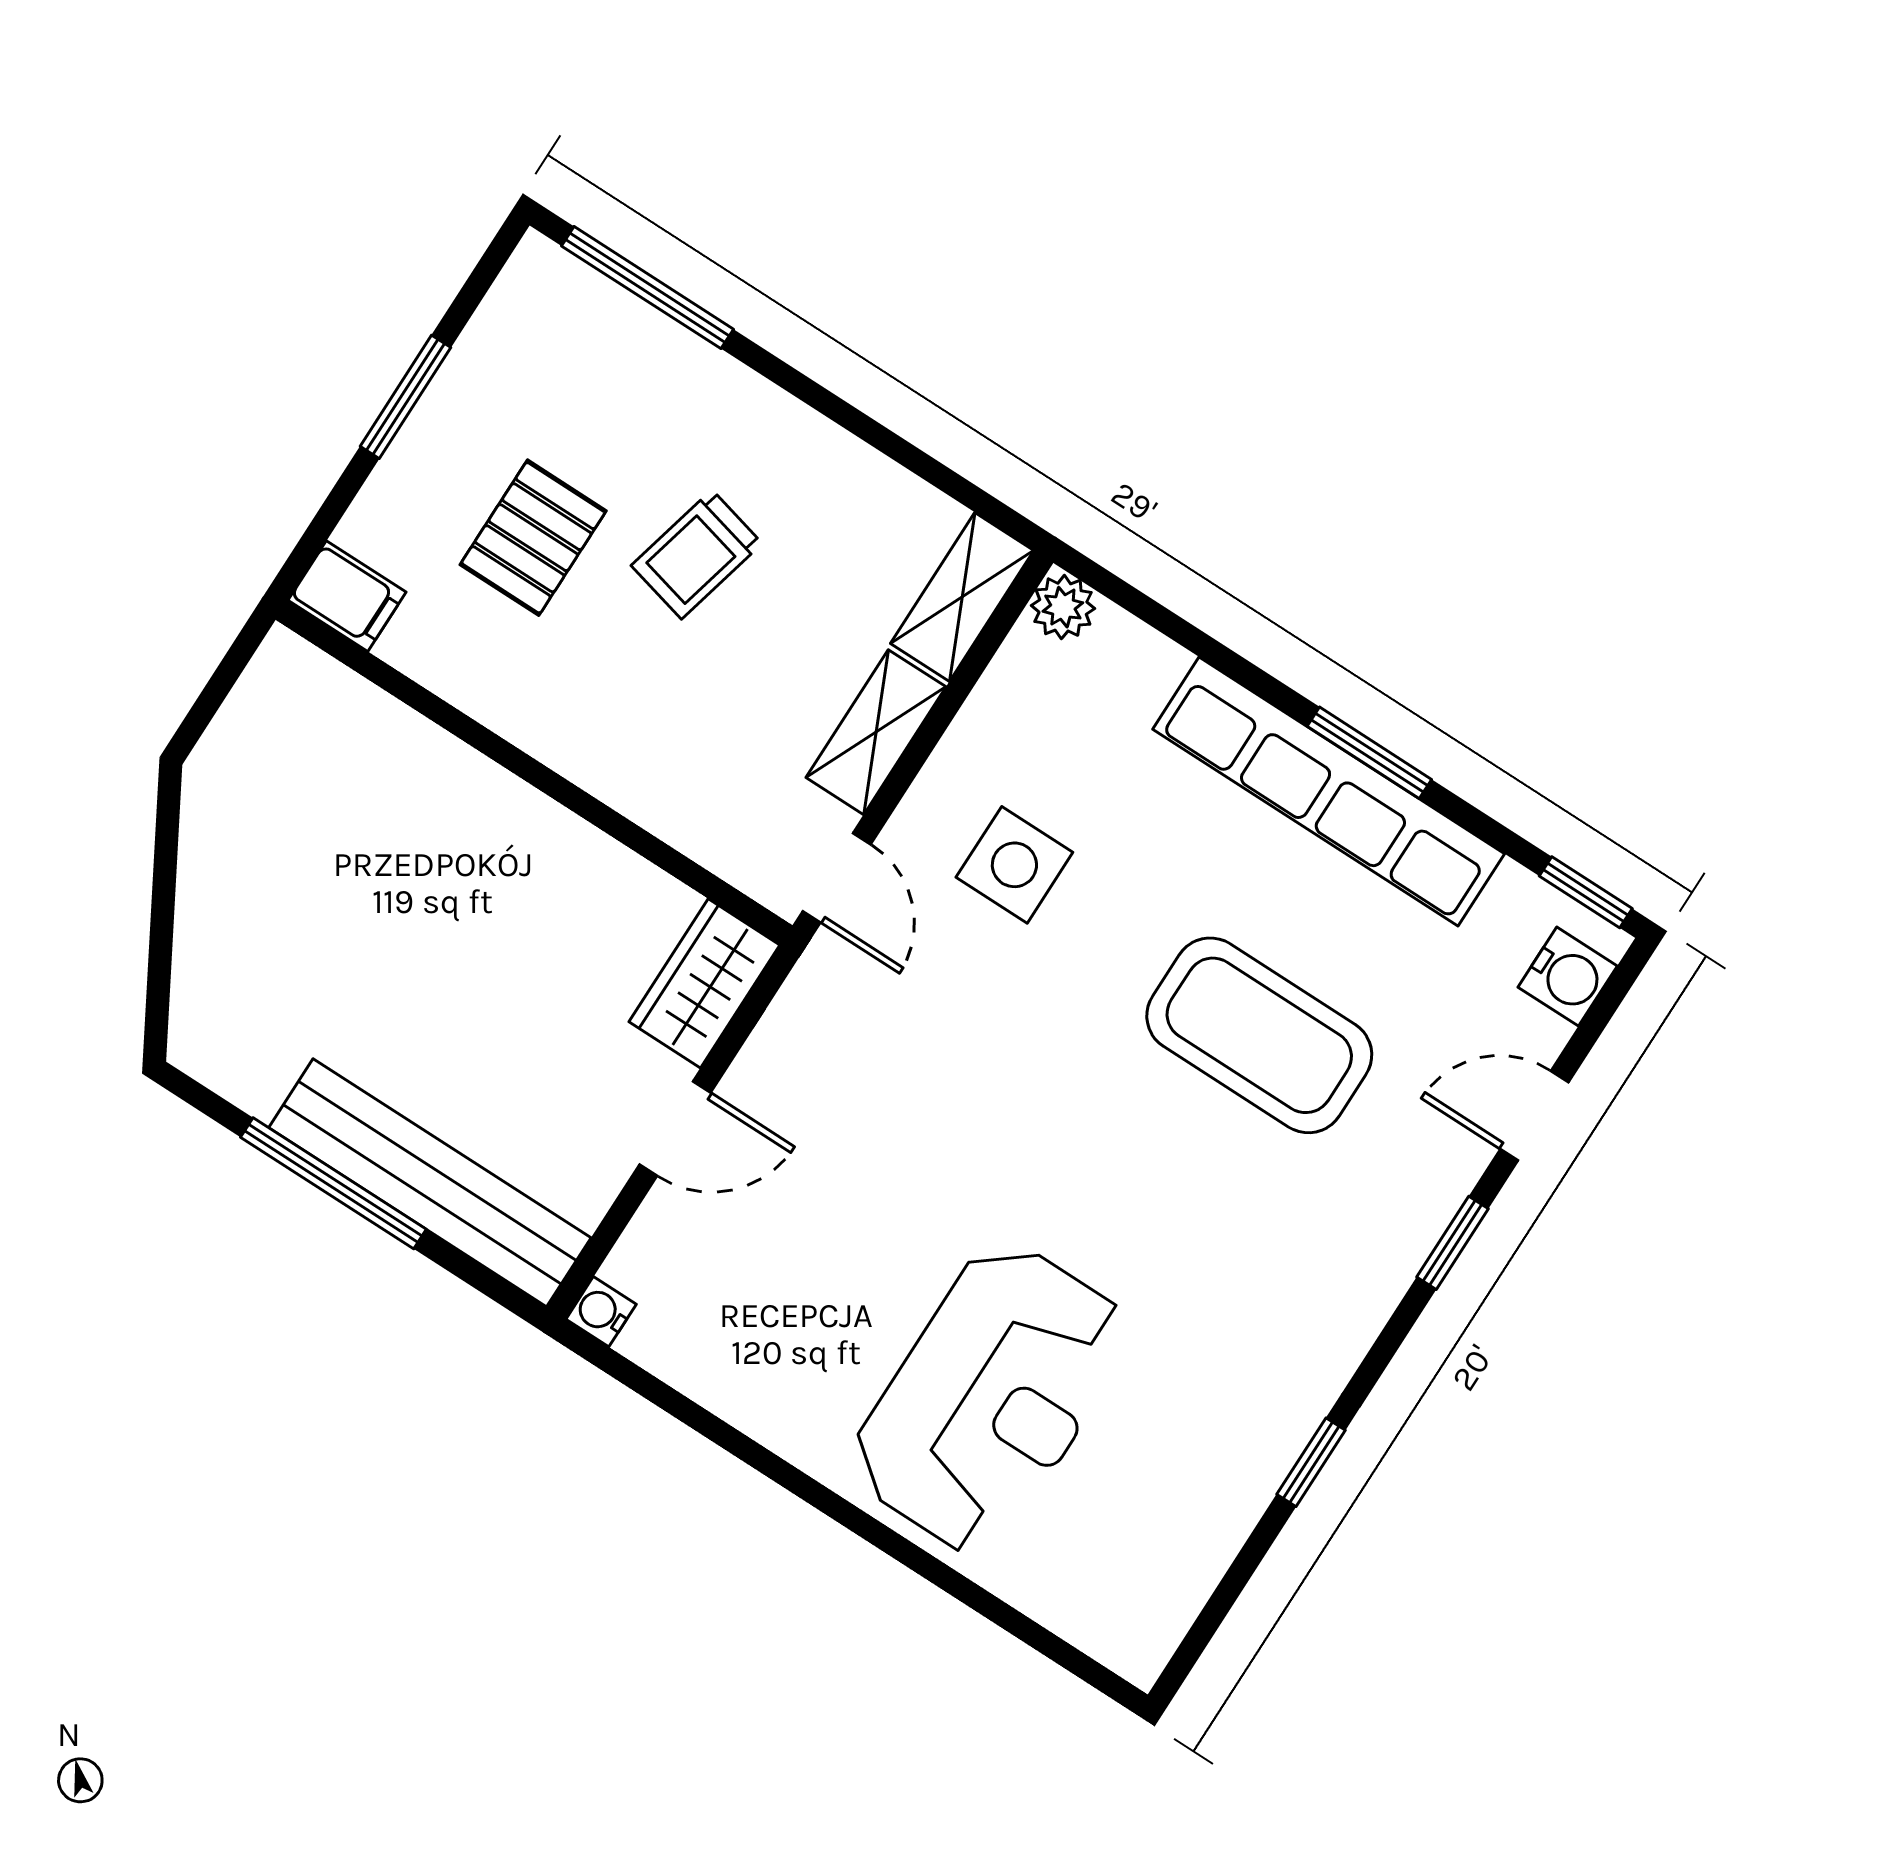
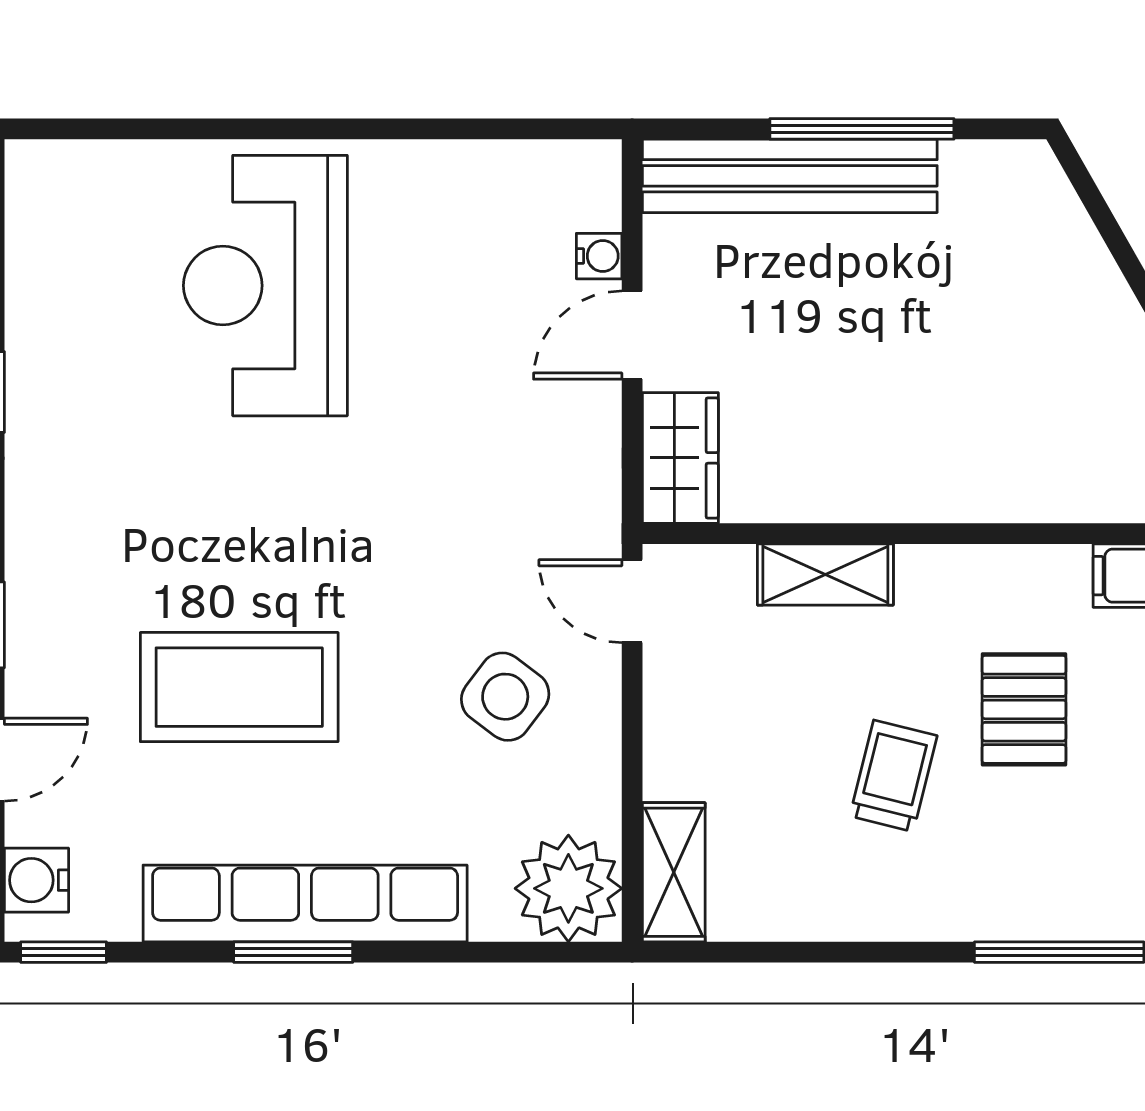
plant: (1063, 607) -> (568, 888), width x1.88, depth x1.88
shelving: (876, 732) -> (825, 574), moved, turned 90
side table: (1014, 865) -> (505, 697), turned 37
water cooler: (601, 1312) -> (599, 256), moved

